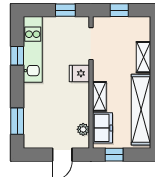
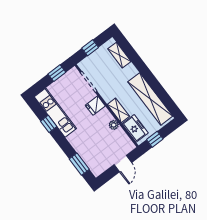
shelving: (144, 57) -> (119, 55), moved
plant: (83, 129) -> (114, 125), moved

